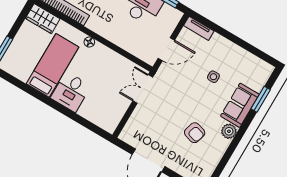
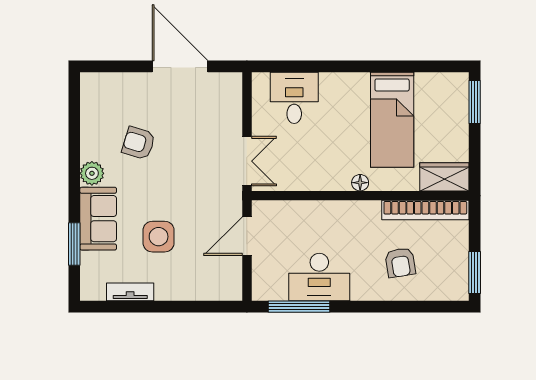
tv unit: (199, 28) -> (130, 292), moved
side table: (213, 77) -> (159, 237), width x1.87, depth x1.87
desk: (71, 92) -> (294, 98), moved

